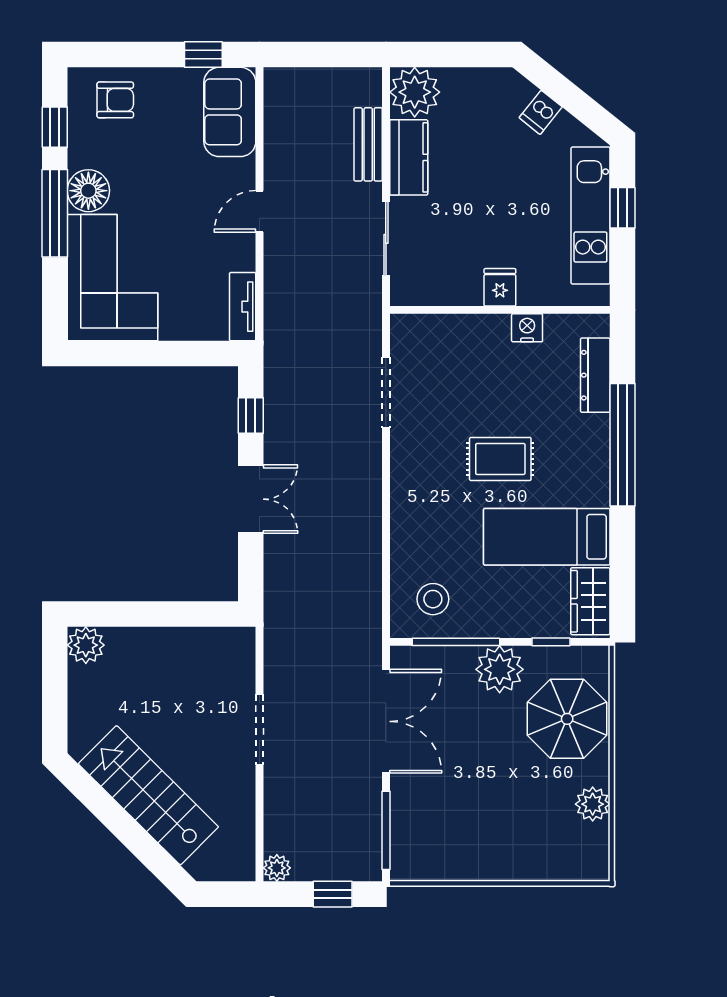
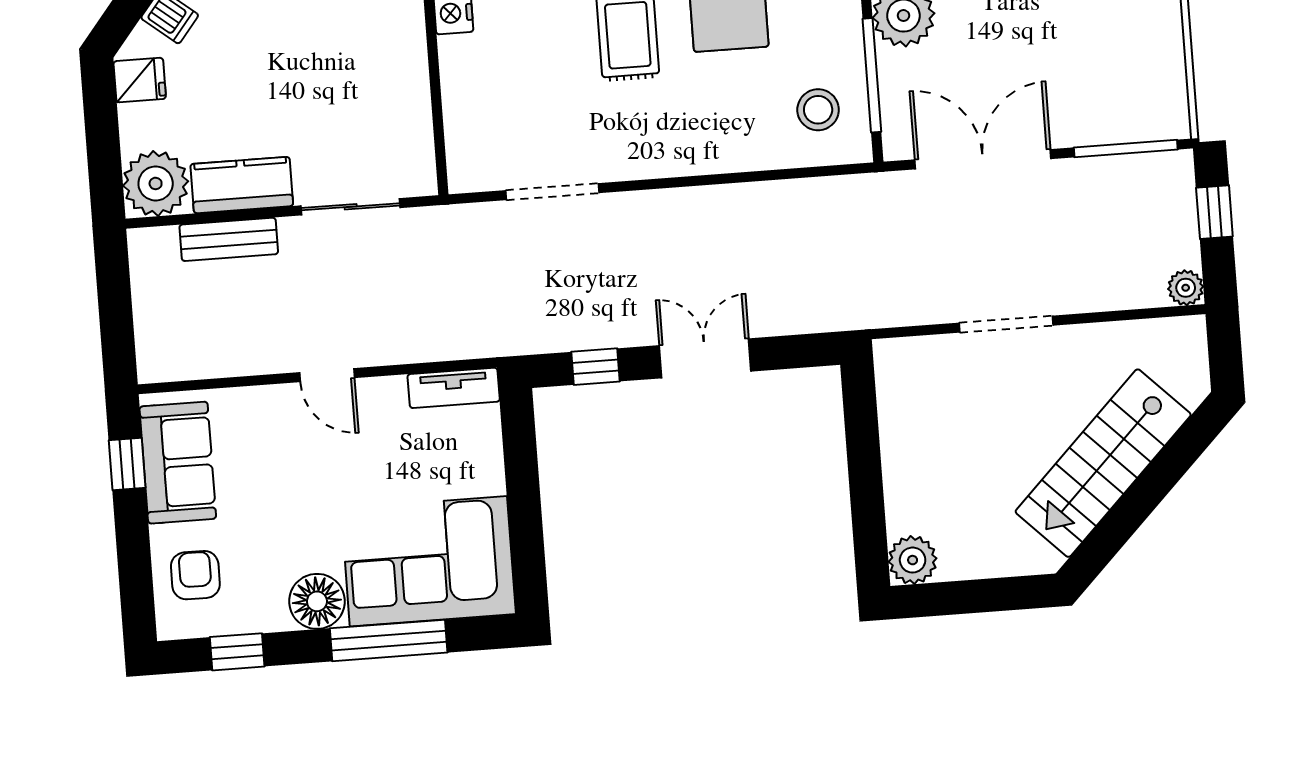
sofa: (230, 112) -> (178, 463), moved, turned -90
window: (55, 213) -> (389, 640), moved
fridge: (500, 287) -> (140, 80), moved, turned 180

